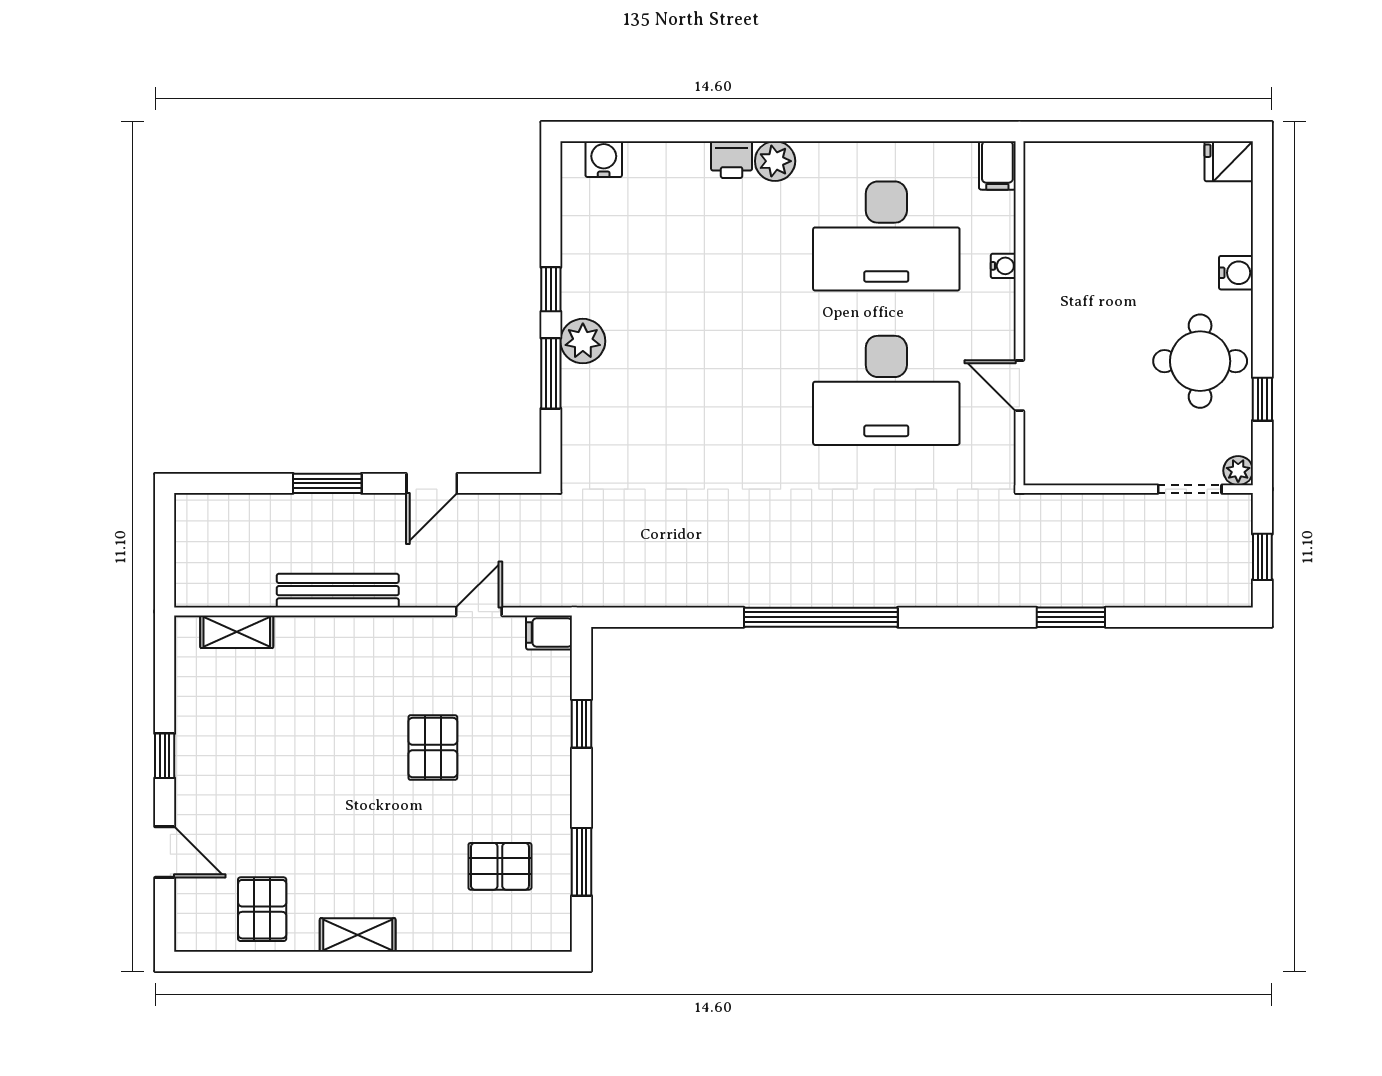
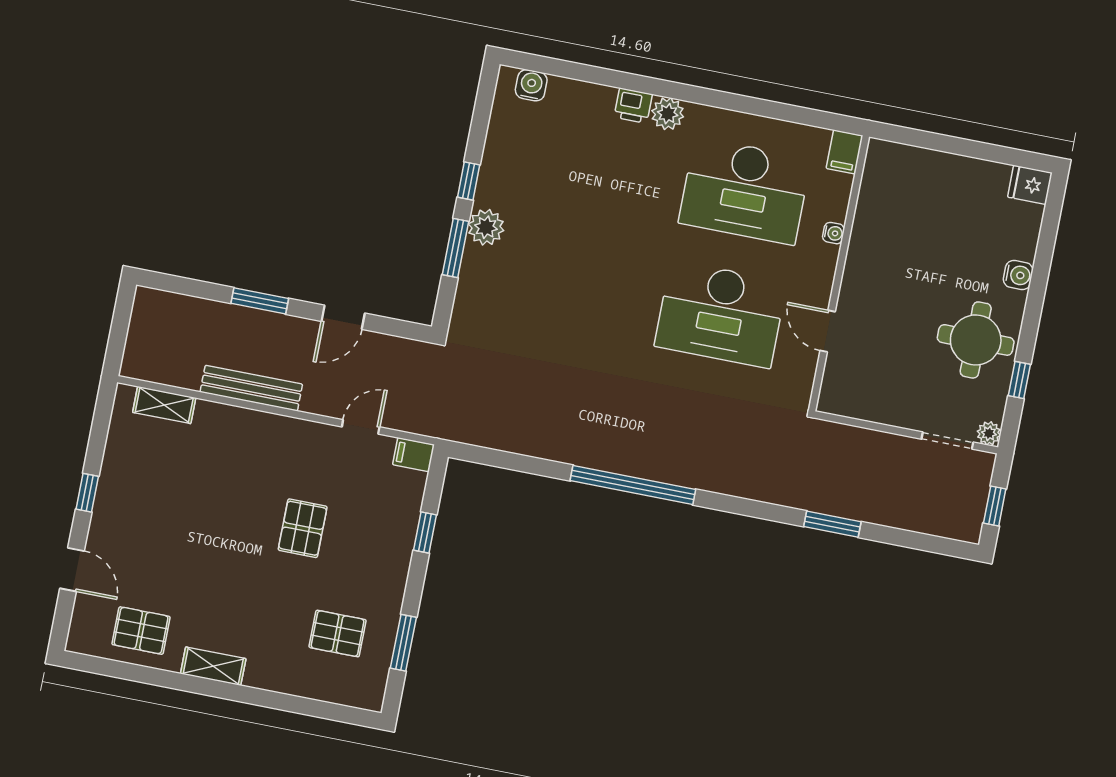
pallet: (262, 909) -> (141, 631), turned 90

